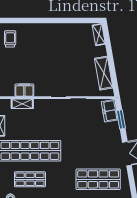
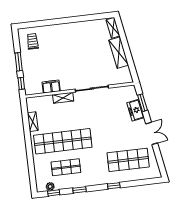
shelving: (104, 73) -> (119, 53), moved
shelving: (22, 104) -> (63, 98), moved
freezer: (110, 111) -> (135, 110), moved

